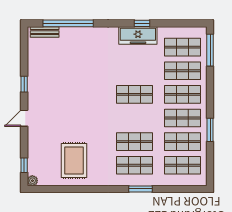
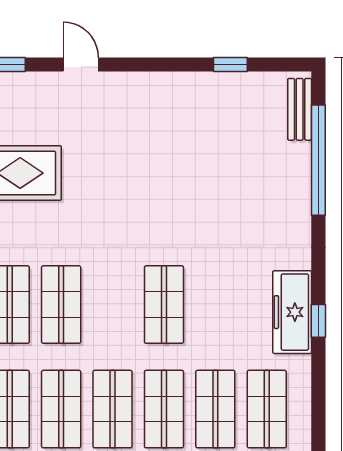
window: (24, 84) -> (230, 64), moved
door: (24, 118) -> (81, 64), moved

